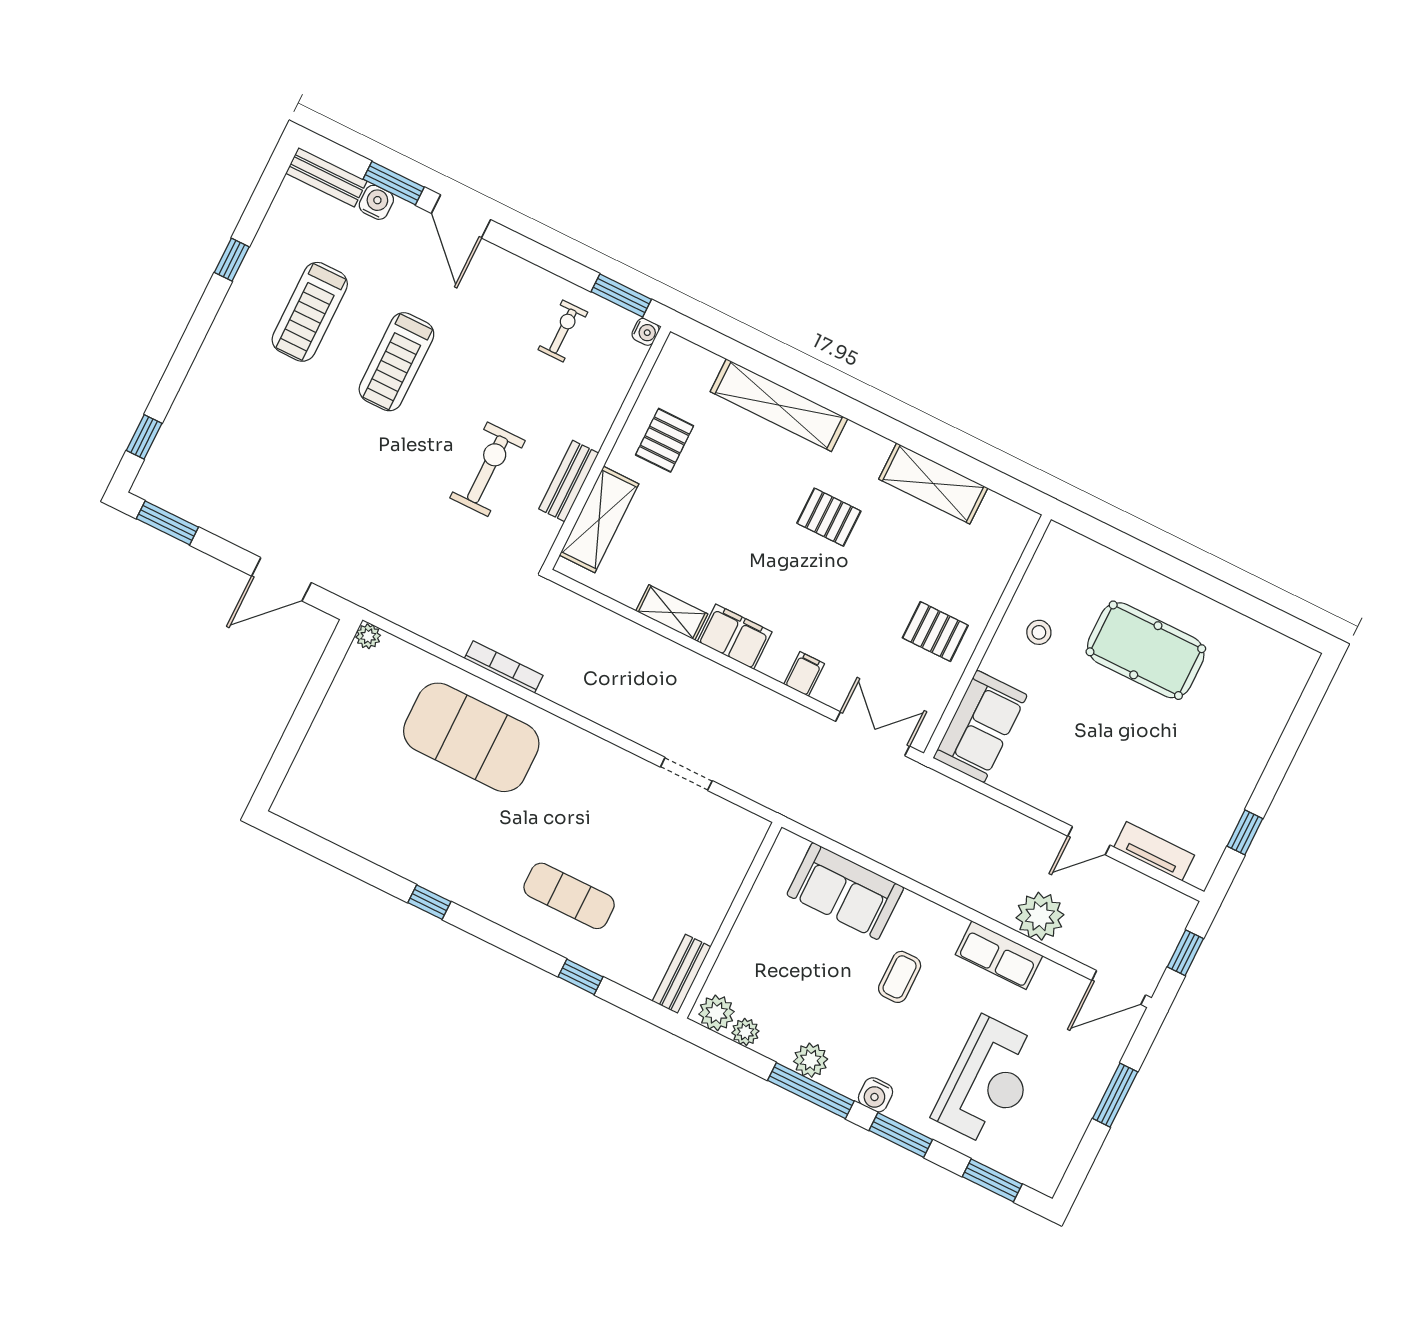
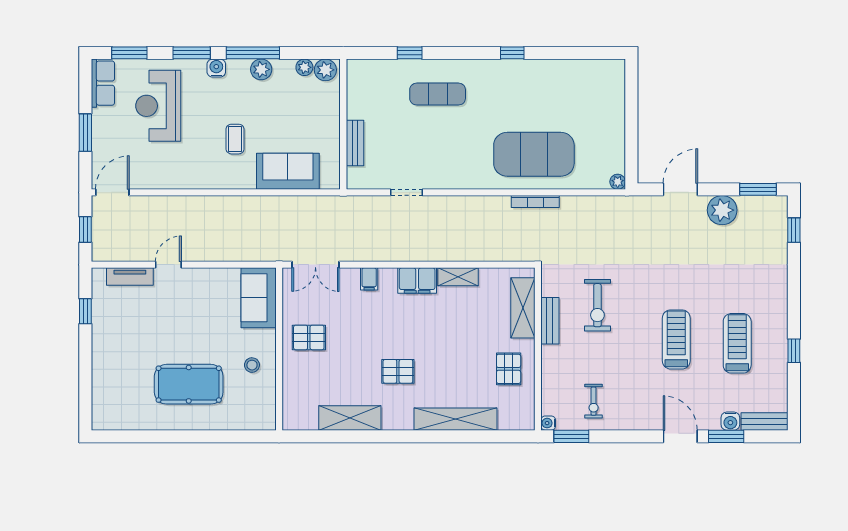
plant: (1040, 916) -> (722, 210), moved
row of seats: (999, 955) -> (103, 83), moved, turned 90
bench: (682, 974) -> (355, 143), moved

